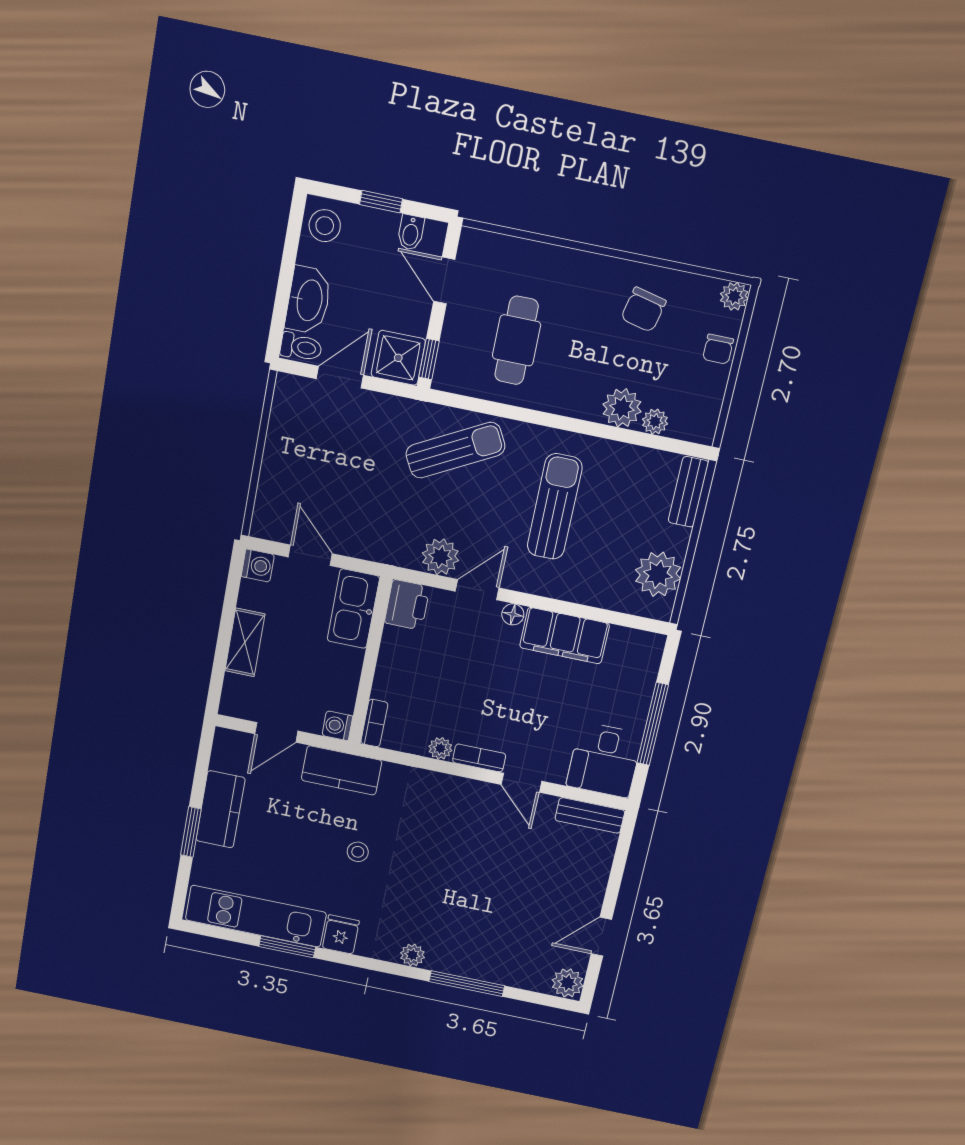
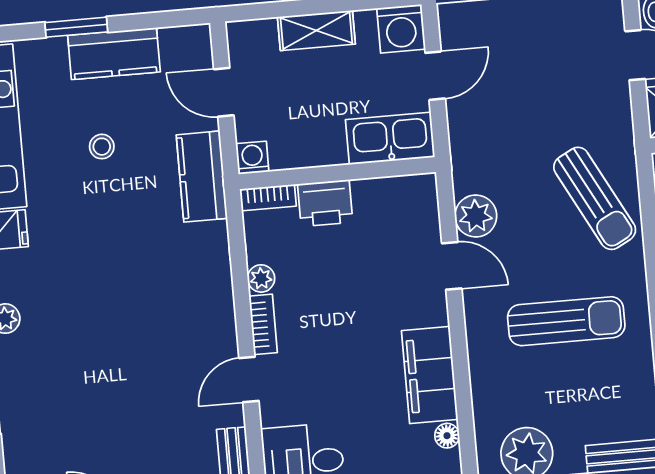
washing machine: (258, 566) -> (401, 29), width x1.38, depth x1.38
printer: (407, 605) -> (325, 203), moved
floor lamp: (513, 614) -> (447, 436), moved
stool: (358, 852) -> (102, 147), moved

